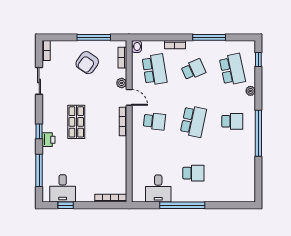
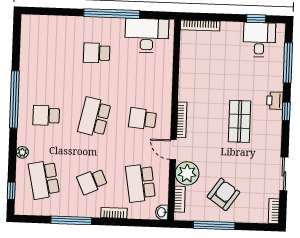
plant: (122, 83) -> (187, 173), width x1.87, depth x1.87
desk: (158, 189) -> (147, 36), width x1.37

